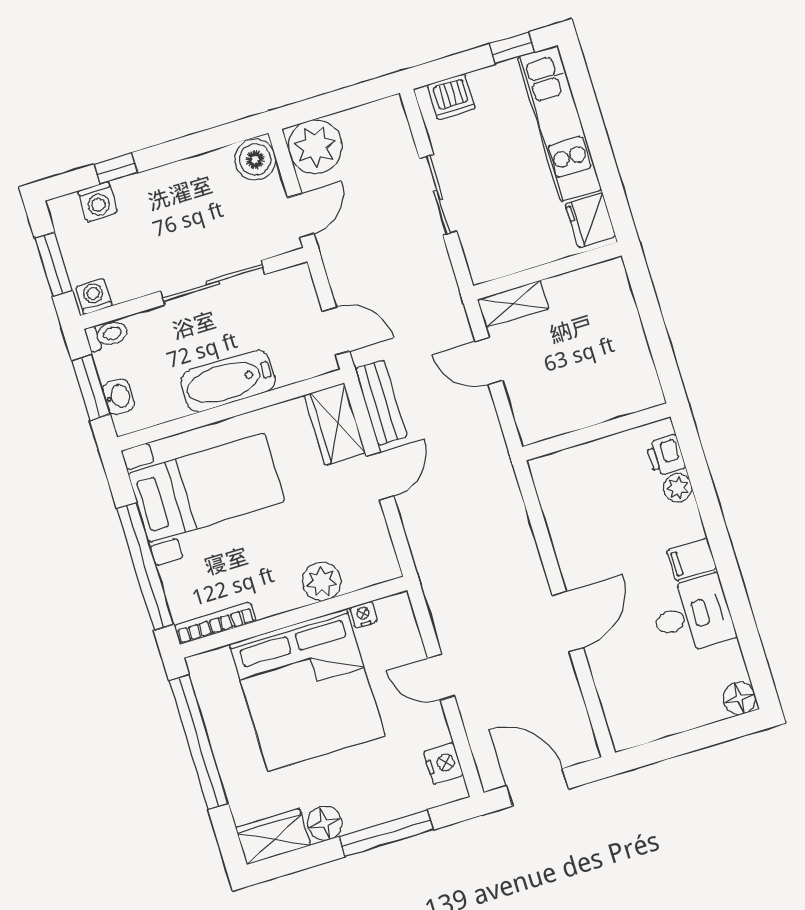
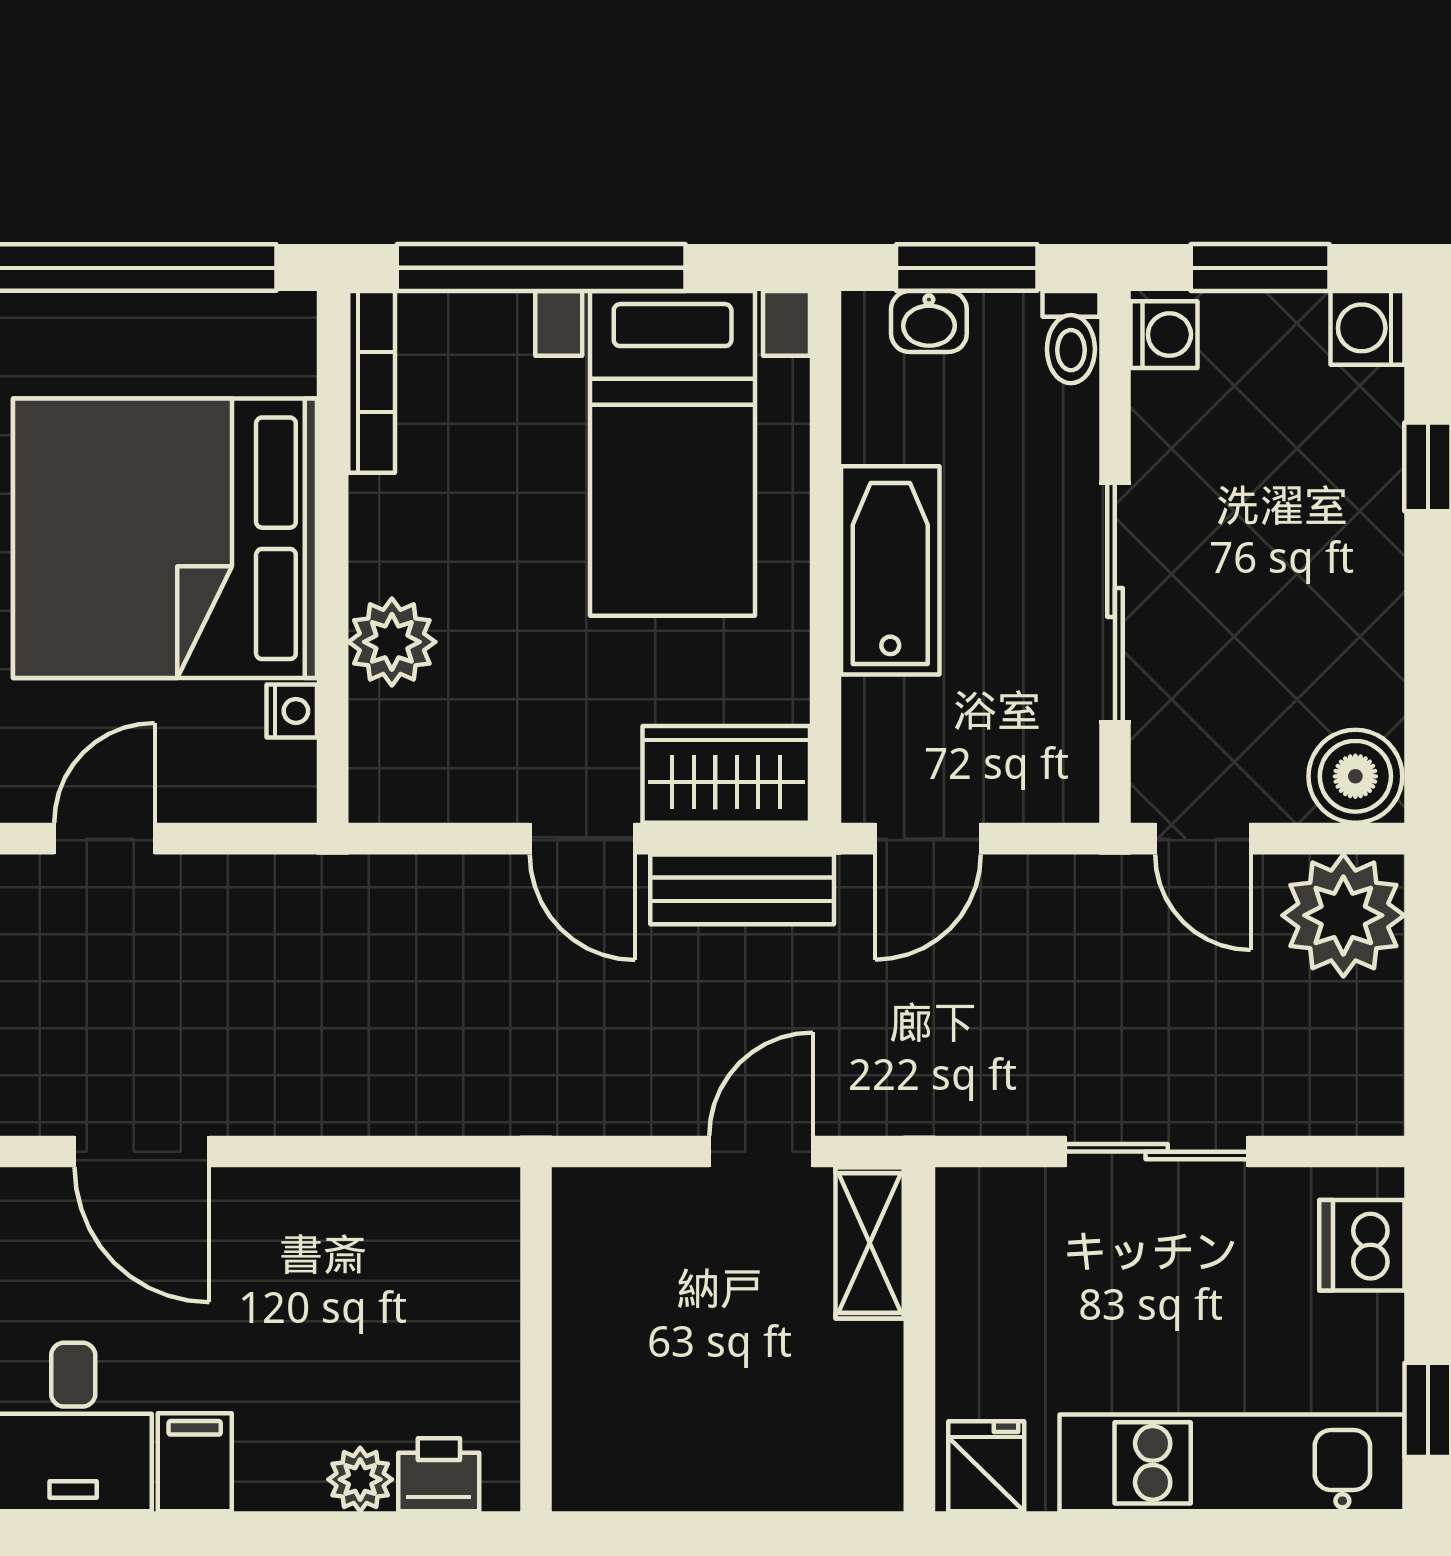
washing machine: (98, 202) -> (1368, 328), moved
fridge: (590, 220) -> (986, 1466), width x0.72

